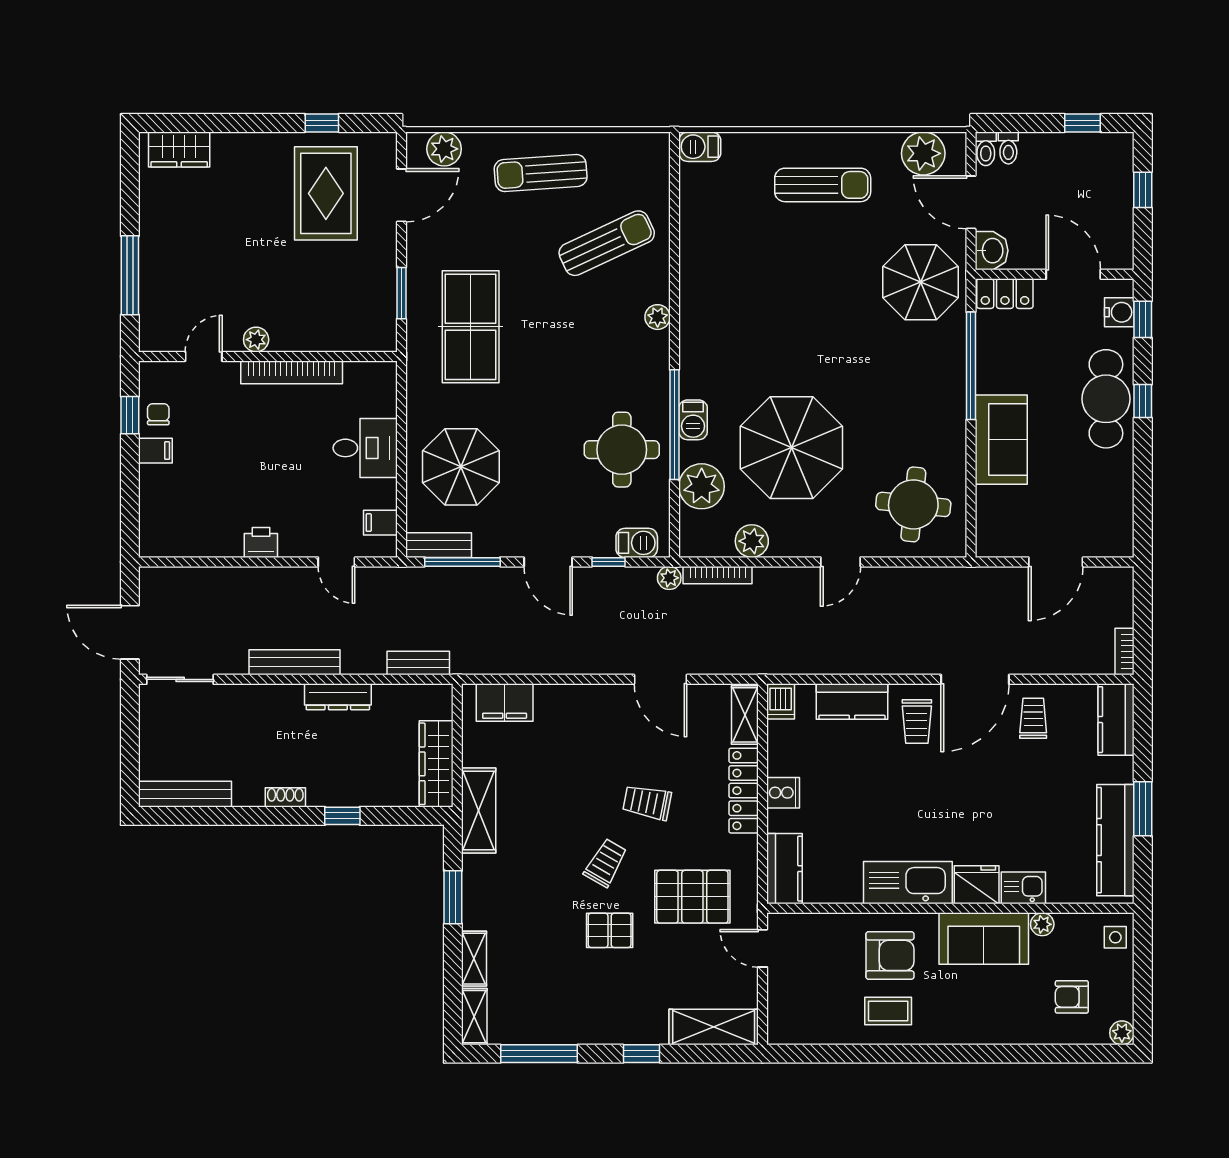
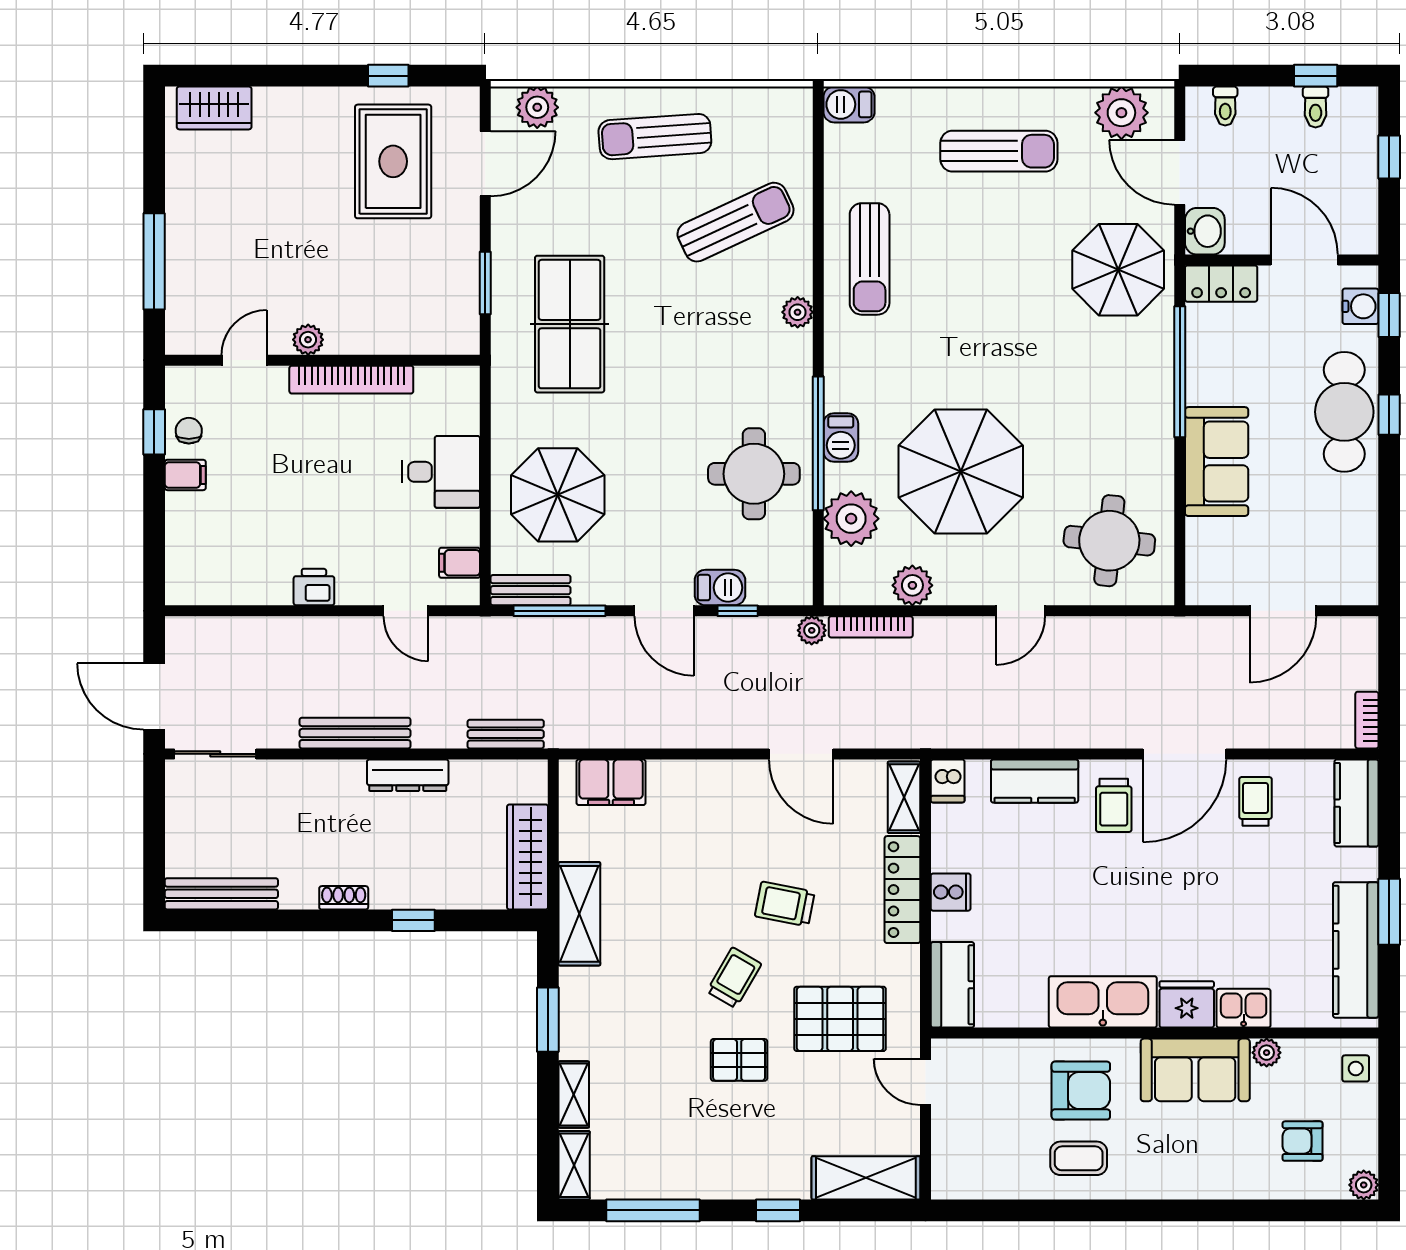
toilet: (986, 149) -> (1316, 107), moved
sun lounger: (717, 273) -> (870, 259), added
barbecue: (637, 543) -> (720, 588), moved

